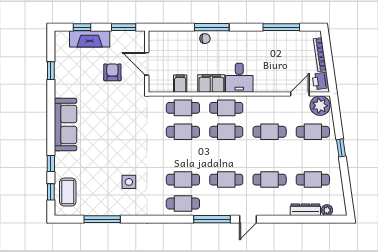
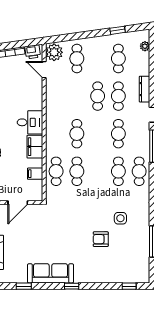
armchair: (112, 72) -> (101, 239), moved
cafe table: (226, 108) -> (56, 134), removed
sofa: (65, 124) -> (50, 273), moved
cafe table: (270, 132) -> (98, 96), moved
window: (341, 148) -> (118, 30), moved
window: (51, 164) -> (72, 286), moved
coffee table: (68, 192) -> (129, 271), removed
dresser: (305, 210) -> (145, 89), moved

